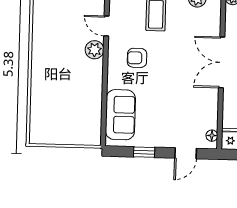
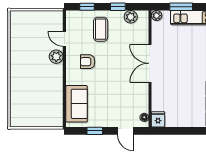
door: (186, 153) -> (125, 131), hinge flipped

